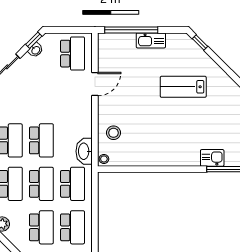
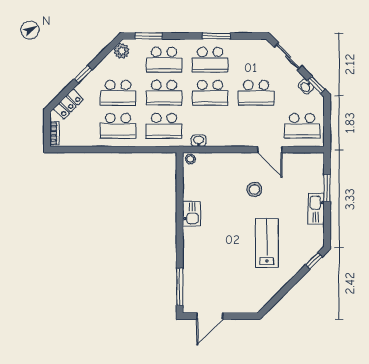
window: (131, 30) -> (327, 188), width x0.47
school desk: (41, 97) -> (256, 93), added
stool: (113, 133) -> (254, 189), moved
washbasin: (84, 151) -> (199, 141), width x0.52, depth x0.69
kitchen sink: (212, 158) -> (192, 214), moved

